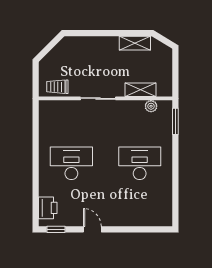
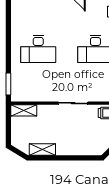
shelving: (140, 90) -> (24, 110), moved
plant: (151, 106) -> (29, 97), removed

